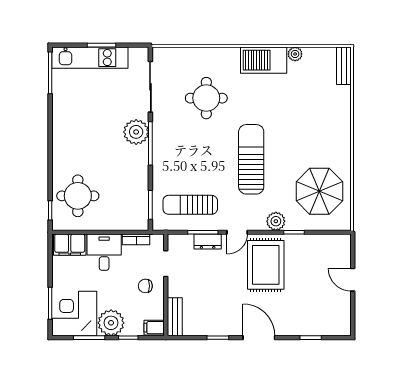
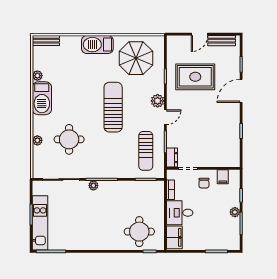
plant: (205, 54) -> (37, 140), added
plant: (136, 132) -> (93, 185), width x0.53, depth x0.53
barbecue: (338, 137) -> (97, 45), added
sun lounger: (251, 159) -> (113, 107), turned 90
plant: (276, 221) -> (158, 101), moved
door: (237, 232) -> (165, 117), hinge flipped
dresser: (208, 241) -> (172, 158), moved
rug: (266, 265) -> (195, 77), moved
corner desk: (74, 314) -> (224, 234), removed
bench: (175, 317) -> (222, 41), moved
plant: (111, 323) -> (235, 212), width x0.53, depth x0.53
filing cabinet: (154, 328) -> (223, 177), moved
door: (259, 338) -> (241, 91), moved

